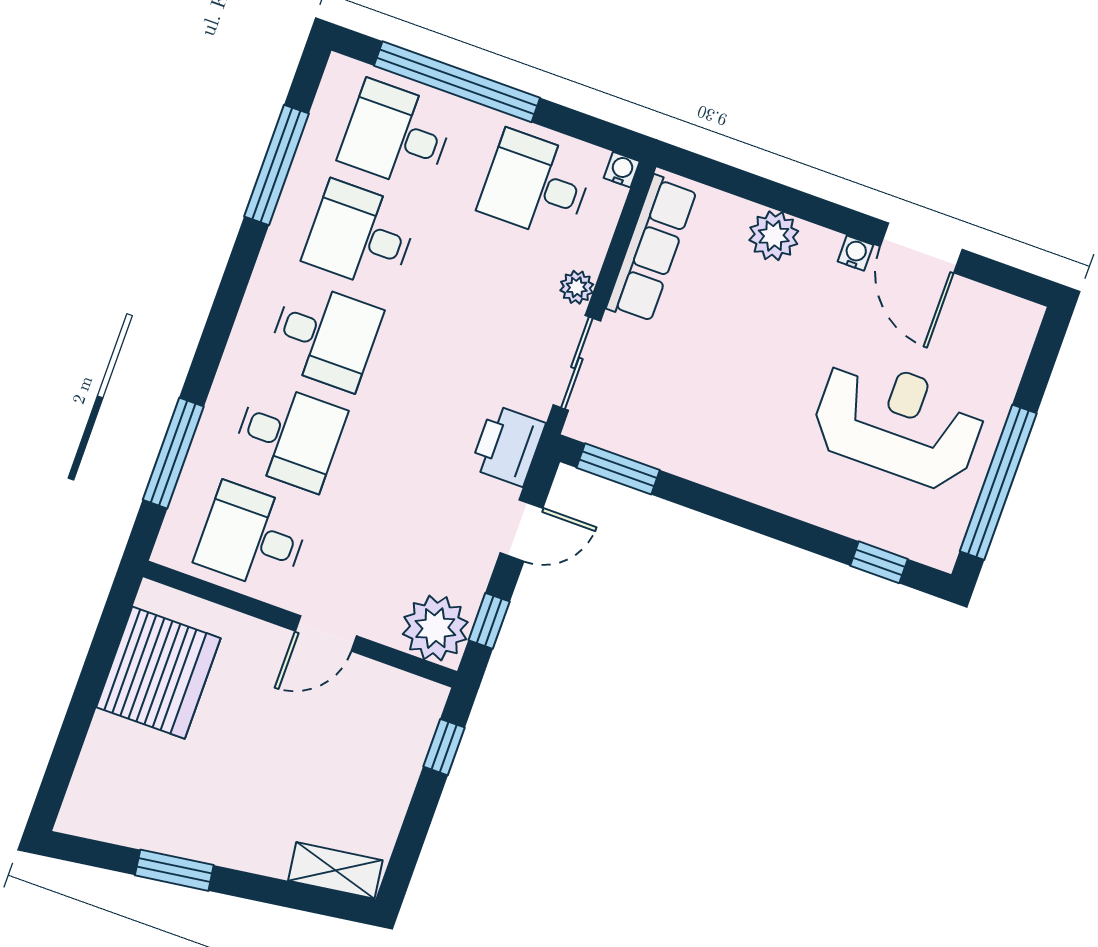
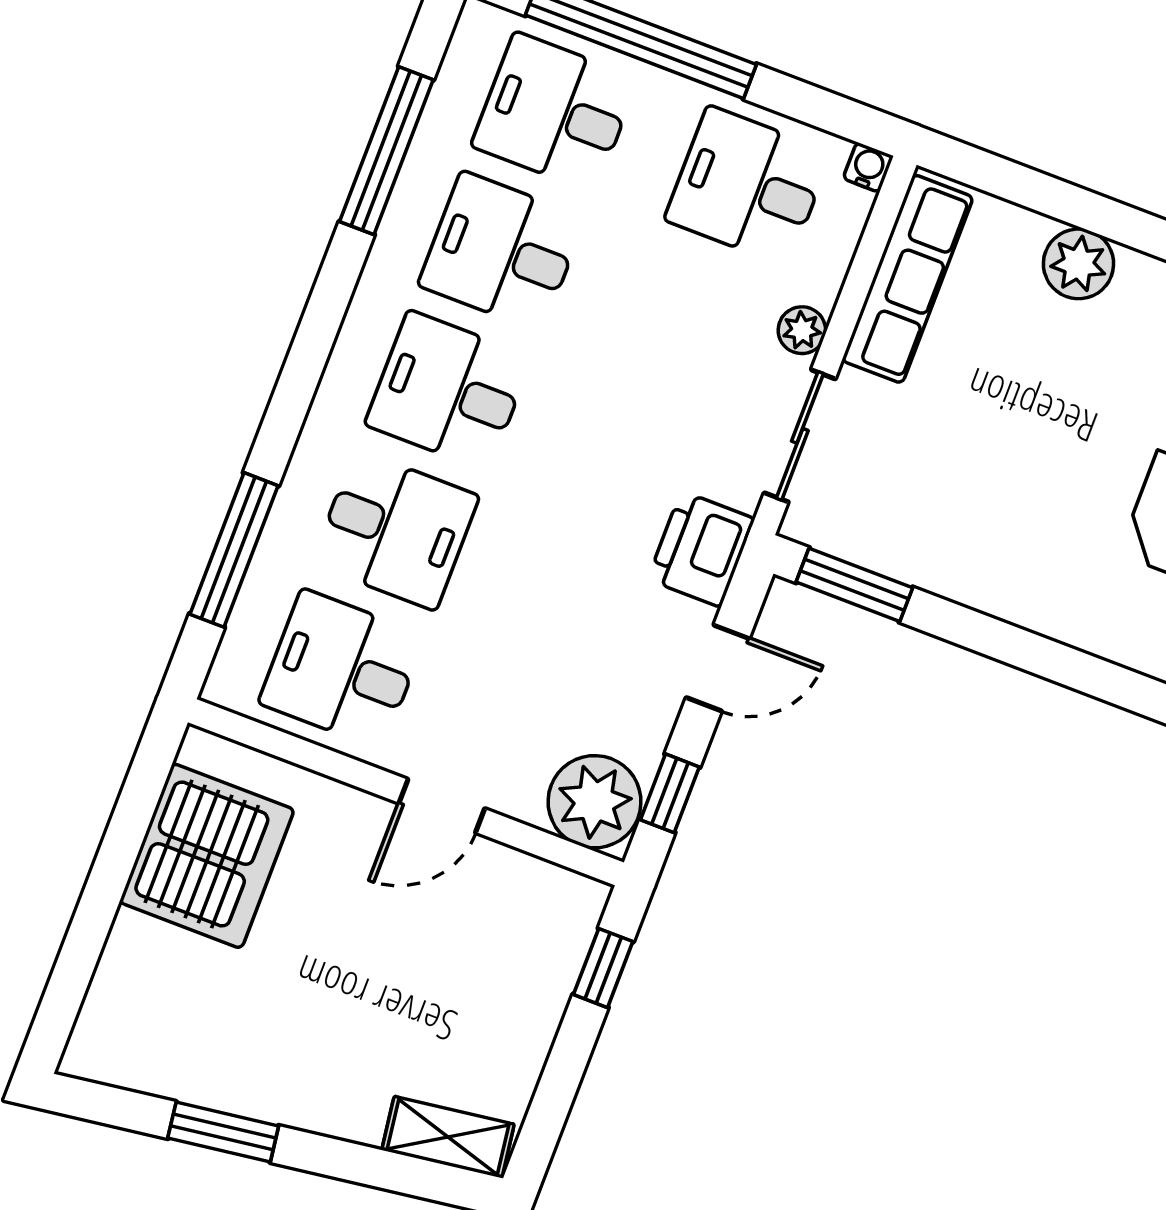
desk: (325, 336) -> (448, 391), turned 180

